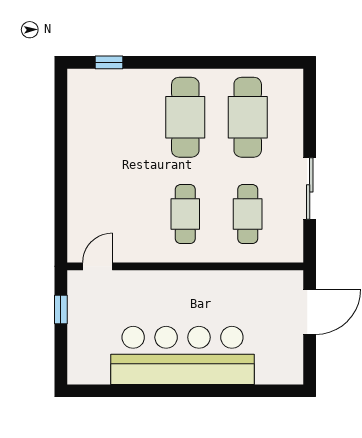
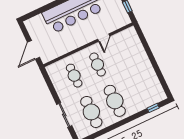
sliding door: (310, 188) -> (64, 115), moved
door: (98, 266) -> (104, 38), moved

